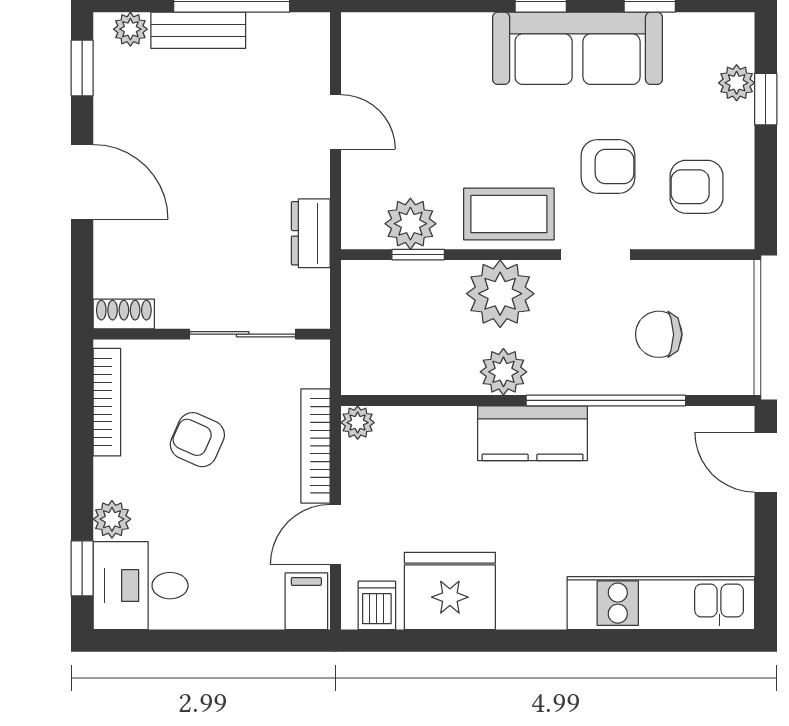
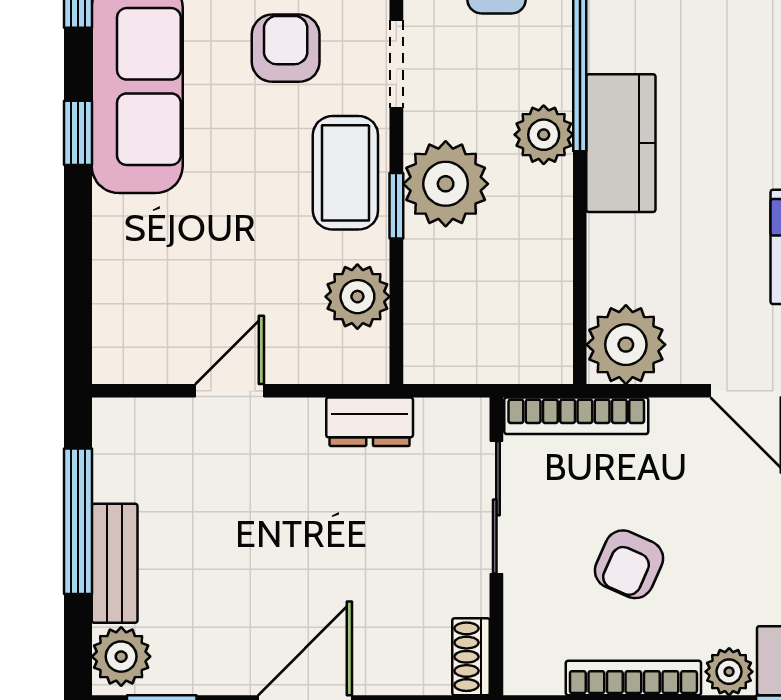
plant: (130, 29) -> (121, 657), width x1.38, depth x1.38
window: (418, 255) -> (396, 206), moved
plant: (503, 372) -> (544, 135), moved
bookcase: (107, 402) -> (633, 678), moved
plant: (358, 423) -> (626, 345), width x1.88, depth x1.88
bookcase: (316, 446) -> (576, 416), moved

